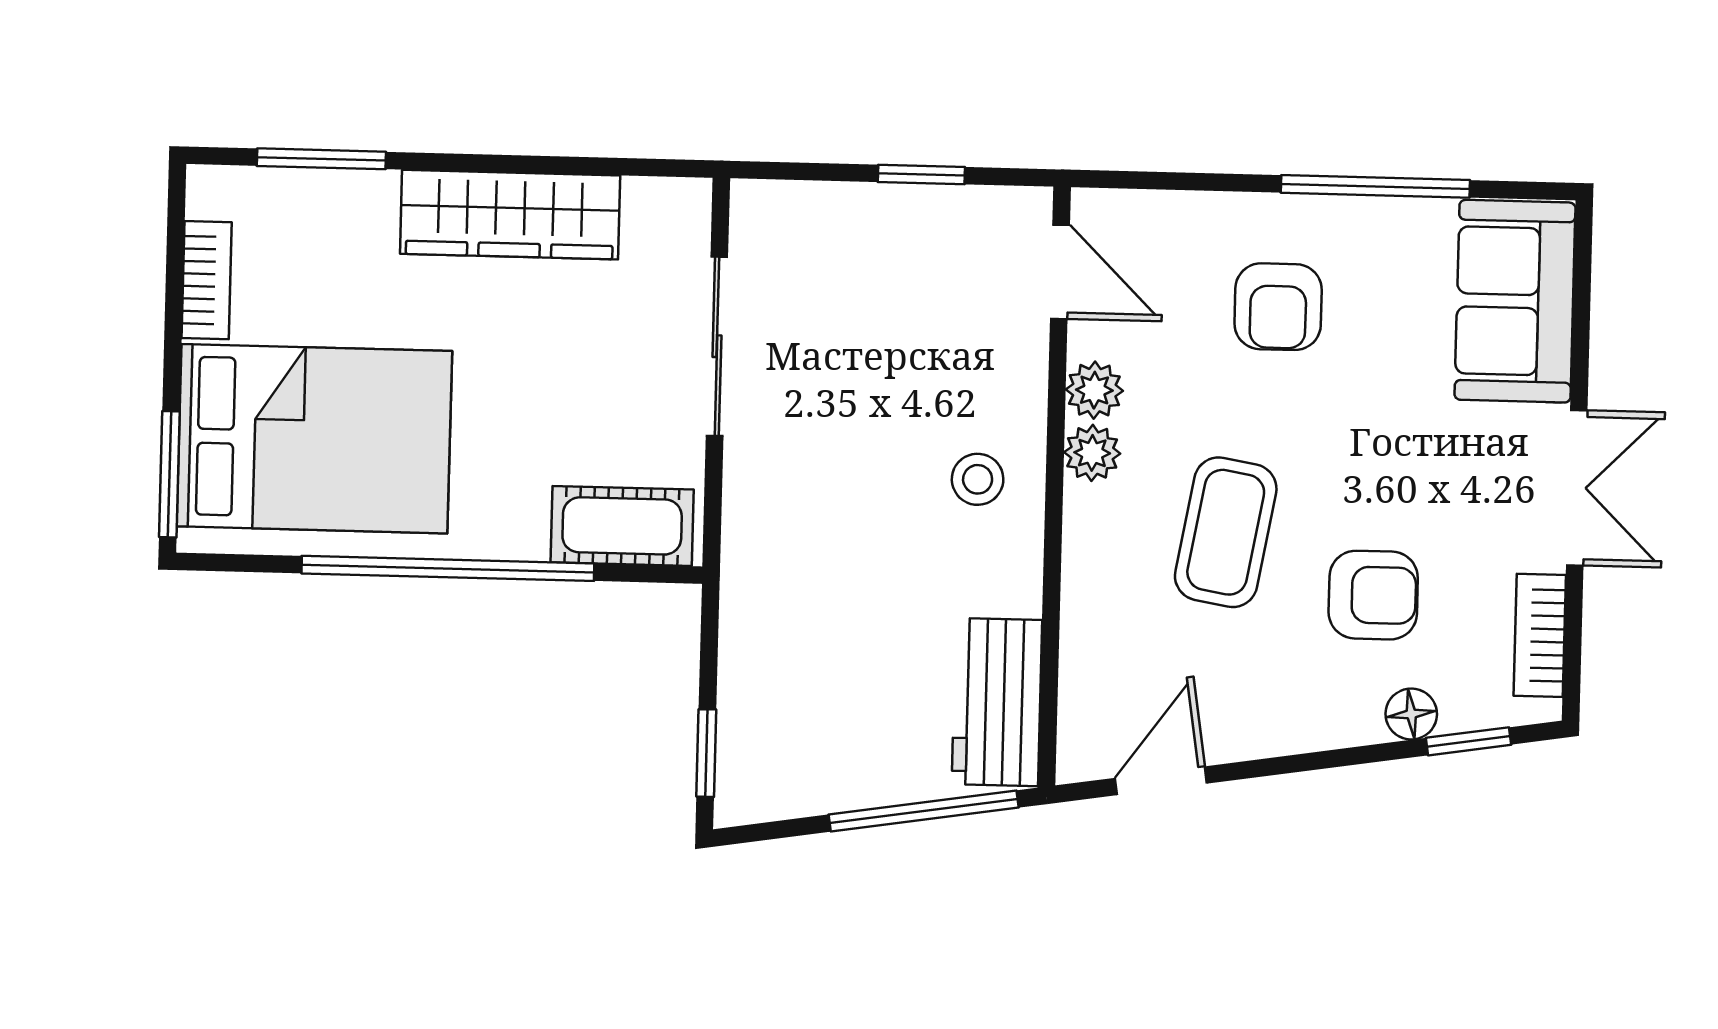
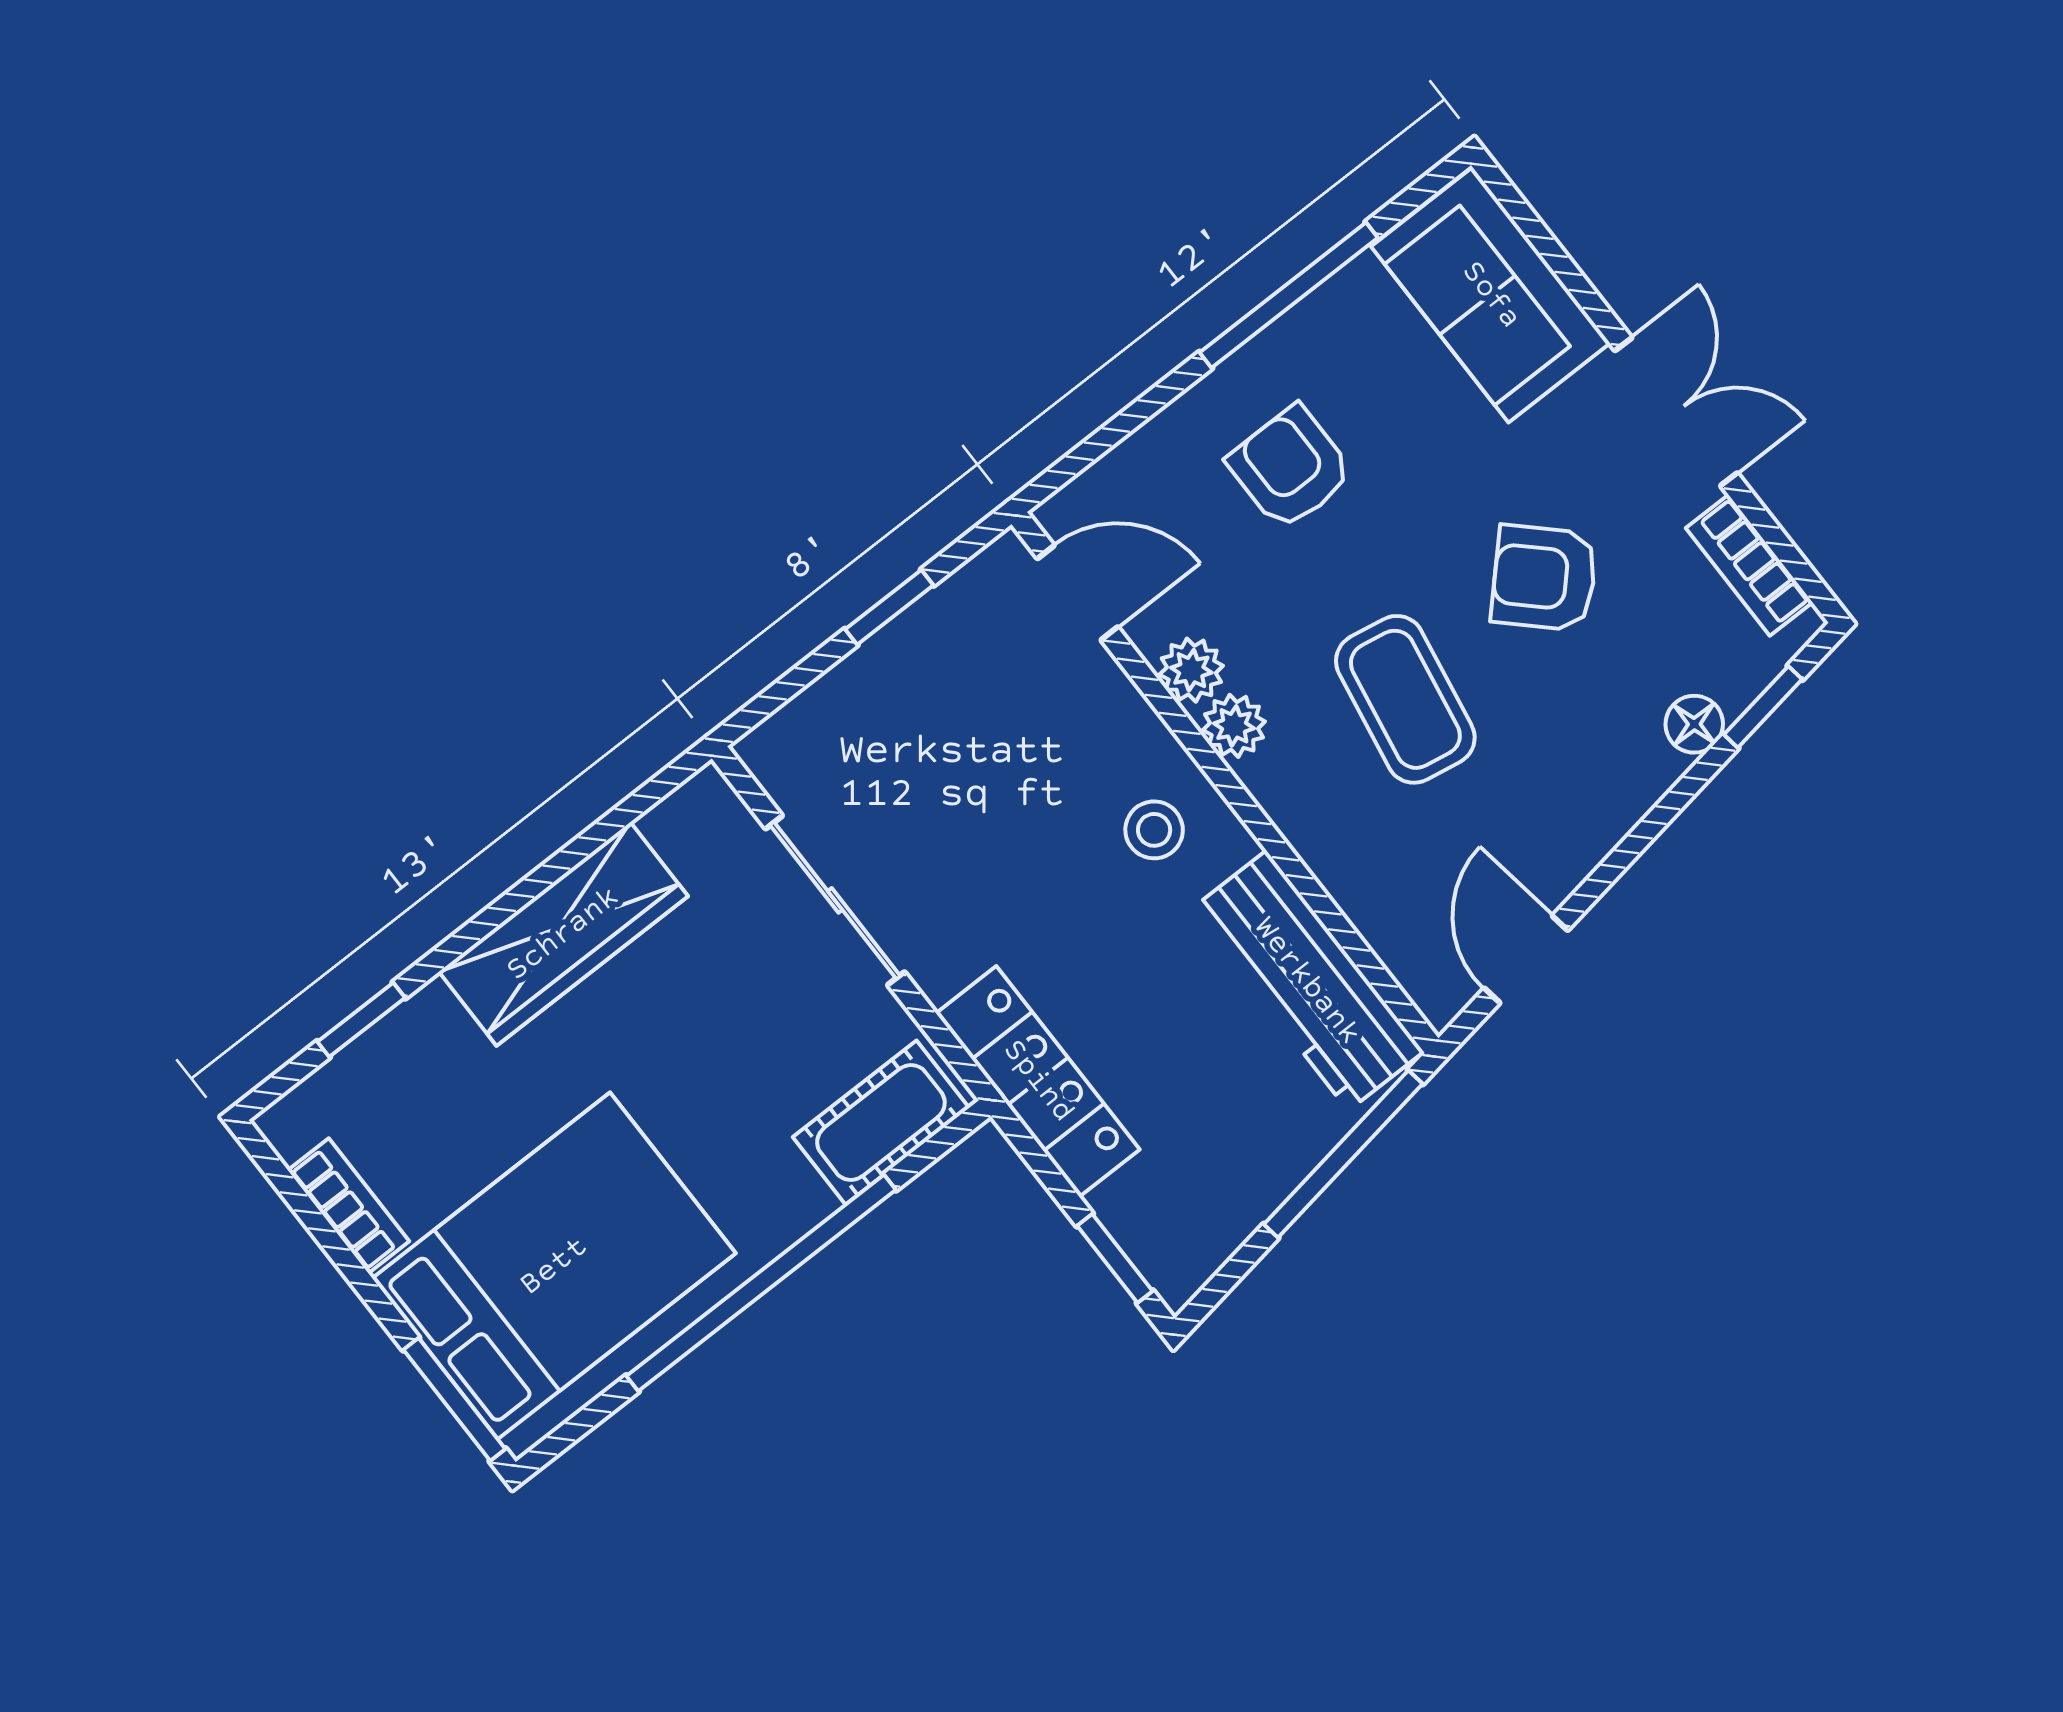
window: (321, 159) -> (361, 1020), width x0.67
armchair: (1278, 307) -> (1290, 468), turned 180
locker: (754, 587) -> (1038, 1081), added
armchair: (1373, 595) -> (1544, 578), moved, turned -136
workbench: (997, 702) -> (1307, 981), width x1.38

